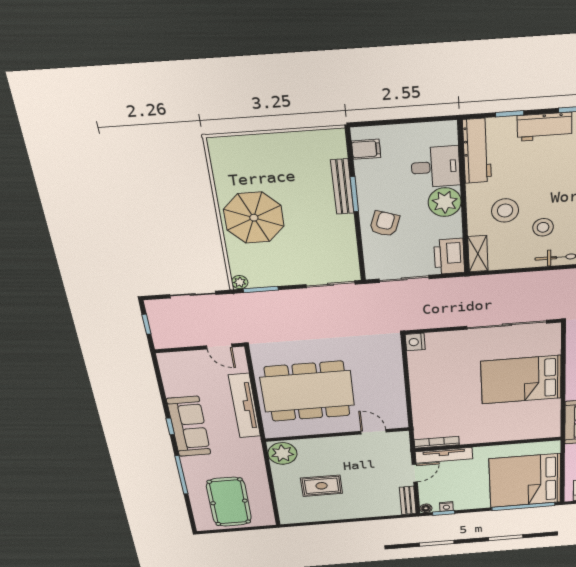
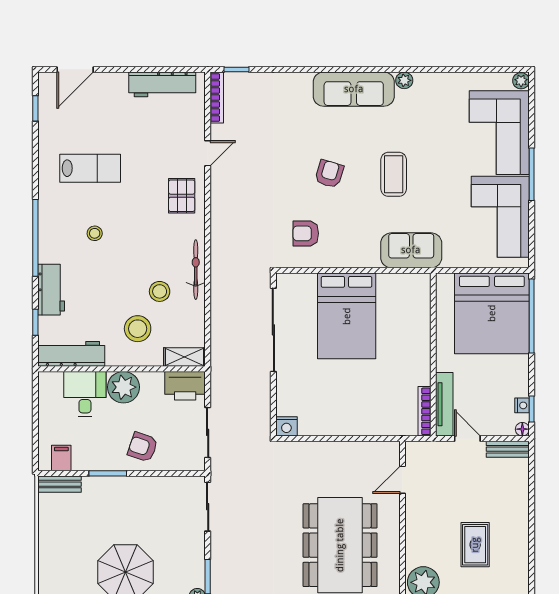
bench: (342, 187) -> (59, 484), moved, width x0.73

